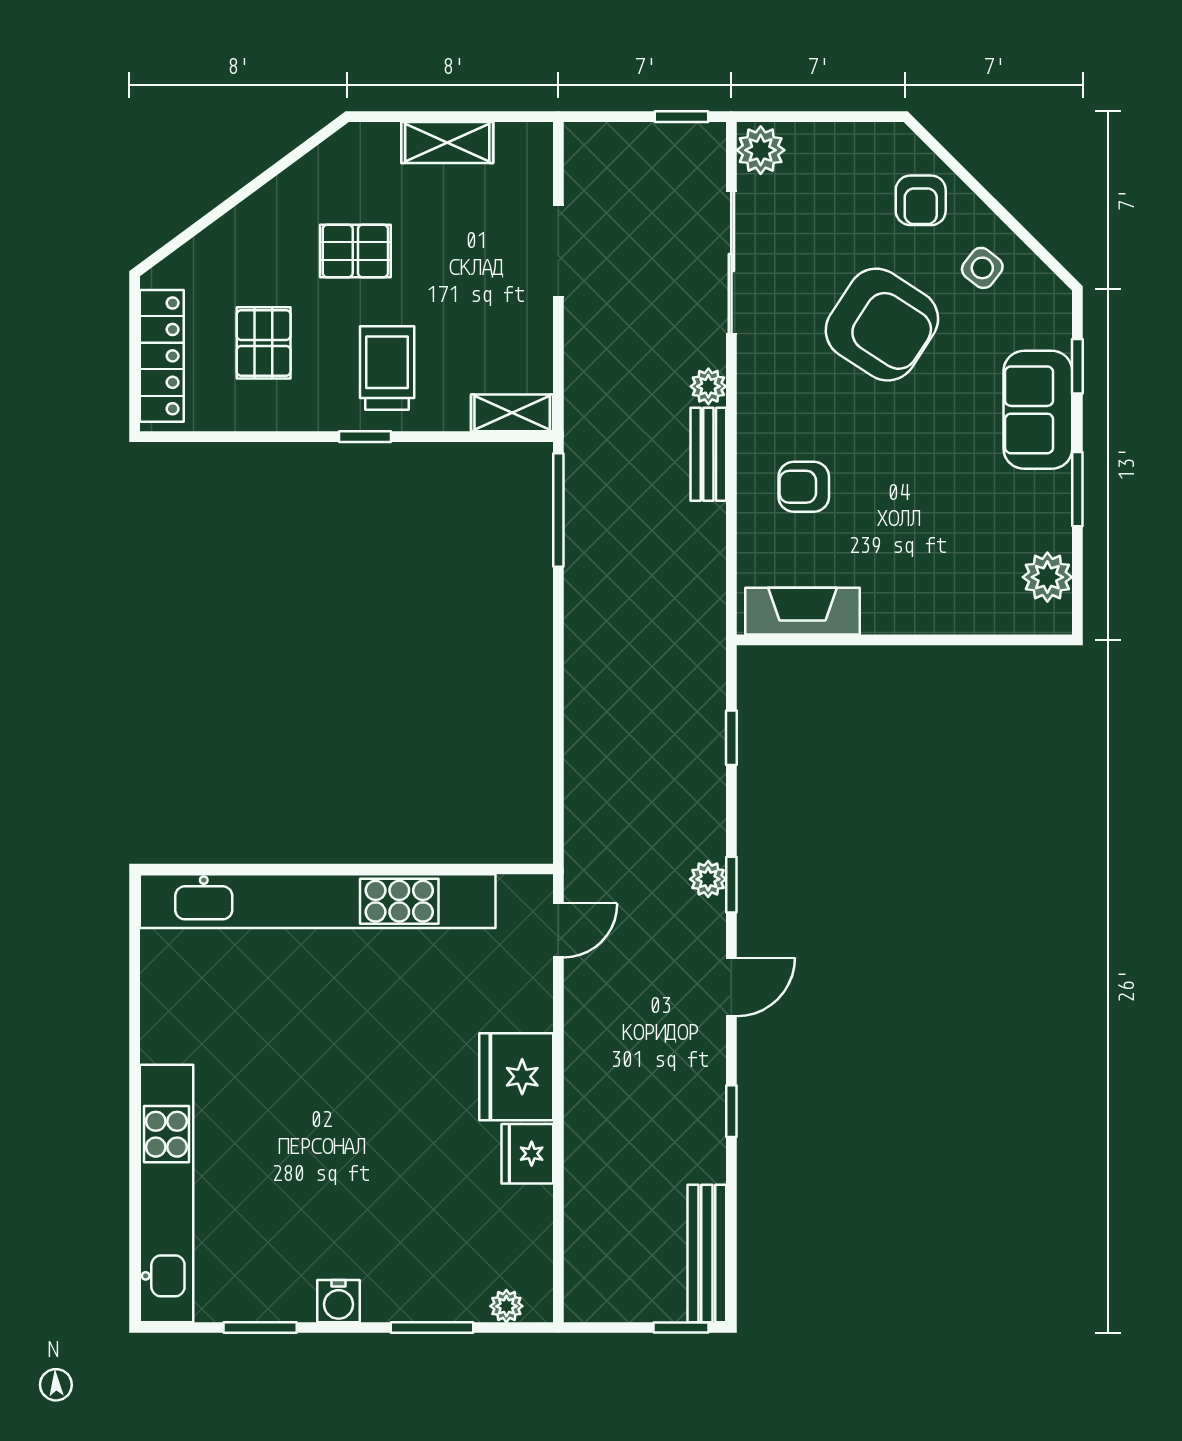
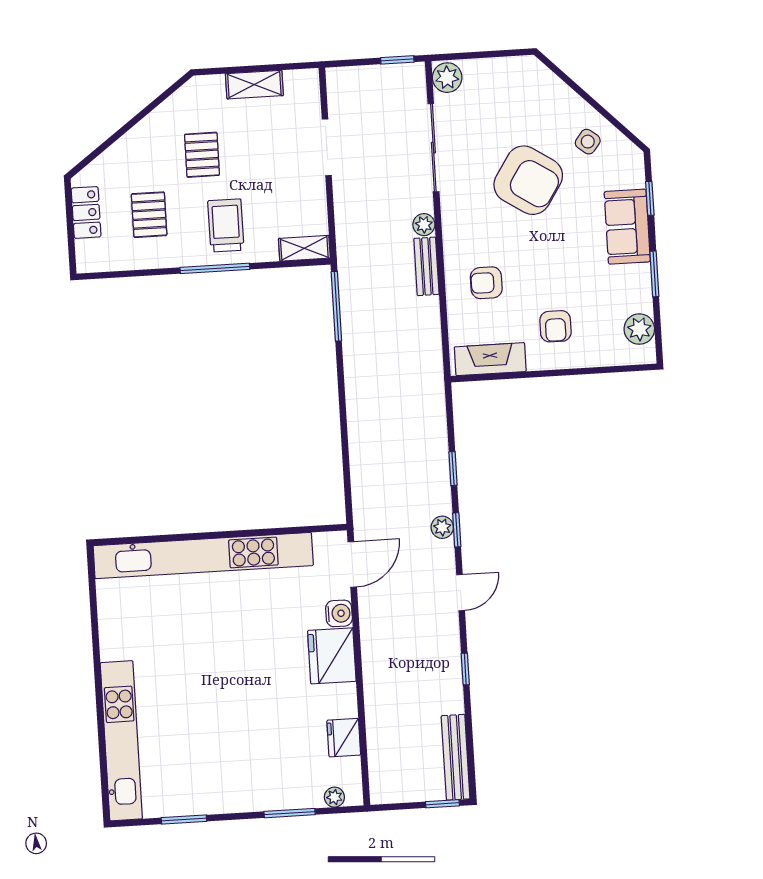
armchair: (921, 200) -> (555, 326), moved
pallet: (355, 251) -> (202, 155), turned 90
locker: (162, 356) -> (86, 212), width x0.66
window: (365, 437) -> (215, 268), width x2.17
window: (731, 738) -> (453, 469), moved
door: (558, 930) -> (352, 564), width x1.38
fridge: (527, 1154) -> (344, 738), moved
water cooler: (339, 1301) -> (339, 613), moved, turned -90

